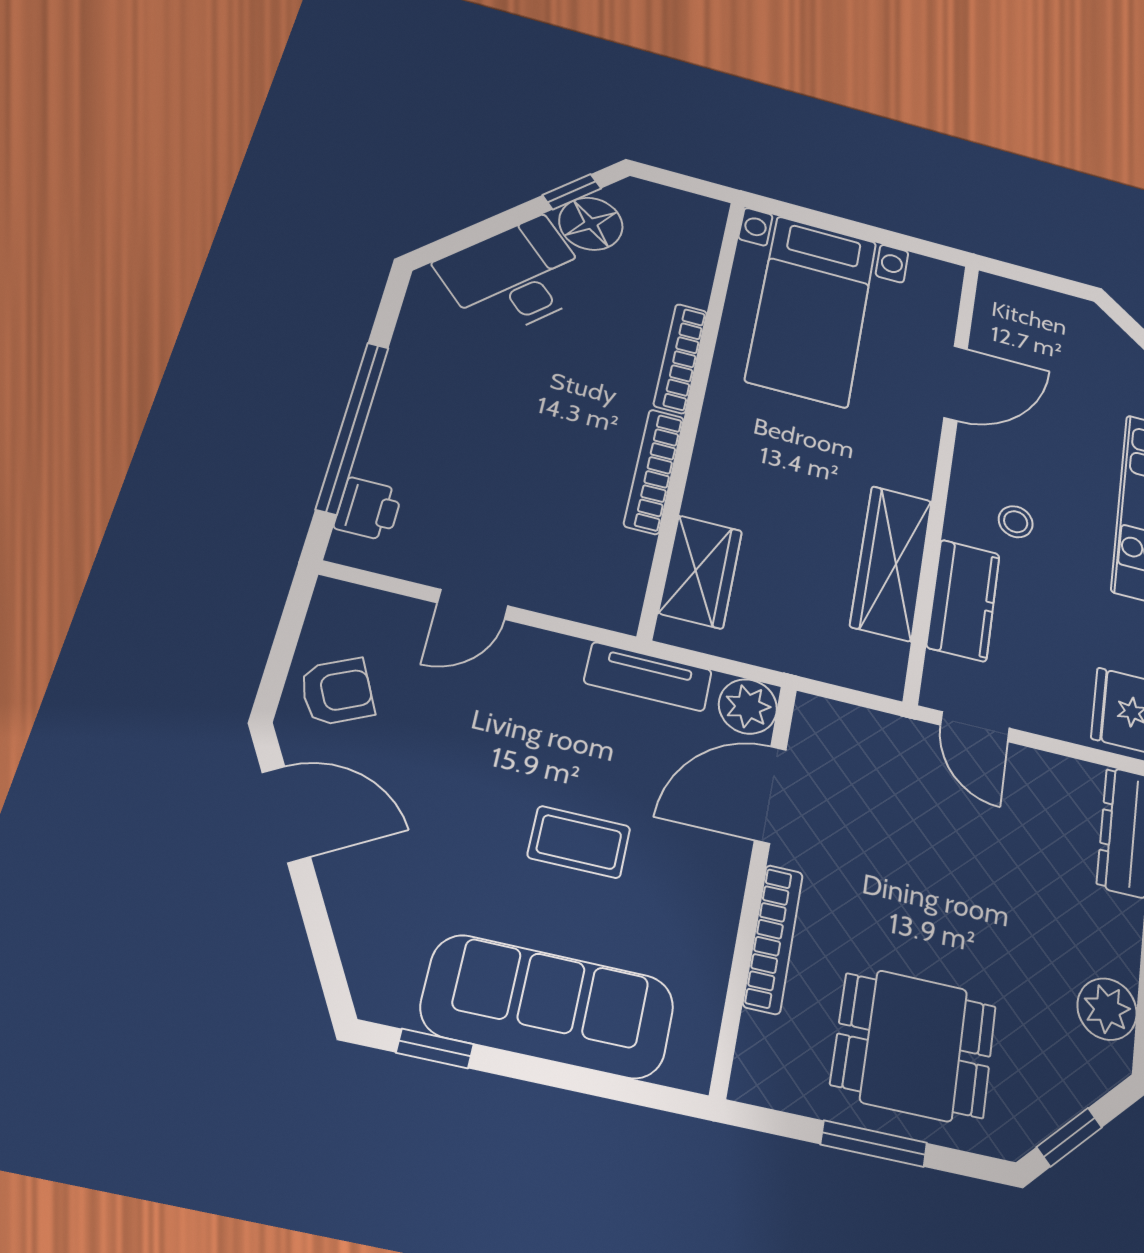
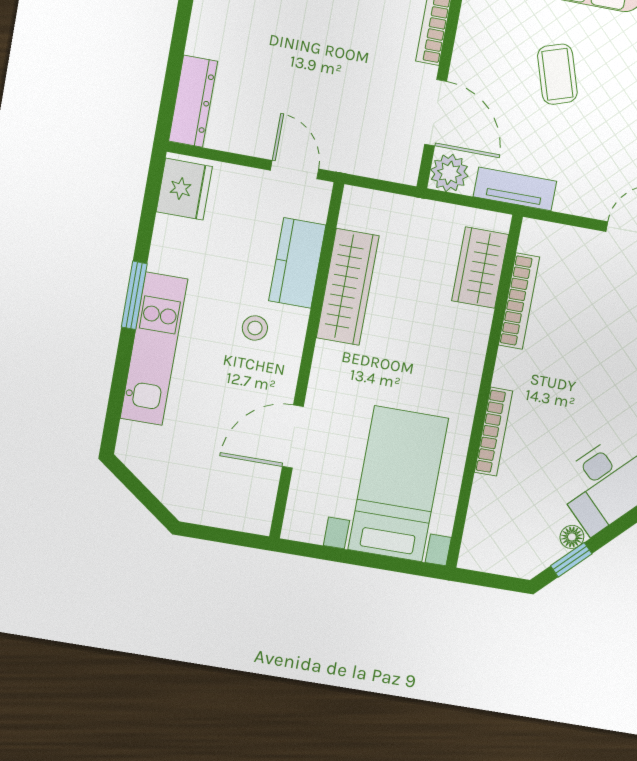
floor lamp: (591, 224) -> (572, 537), width x0.53, depth x0.53
bookcase: (654, 471) -> (519, 301), moved
door: (770, 795) -> (436, 113), hinge flipped
coffee table: (579, 842) -> (557, 74), turned 72

